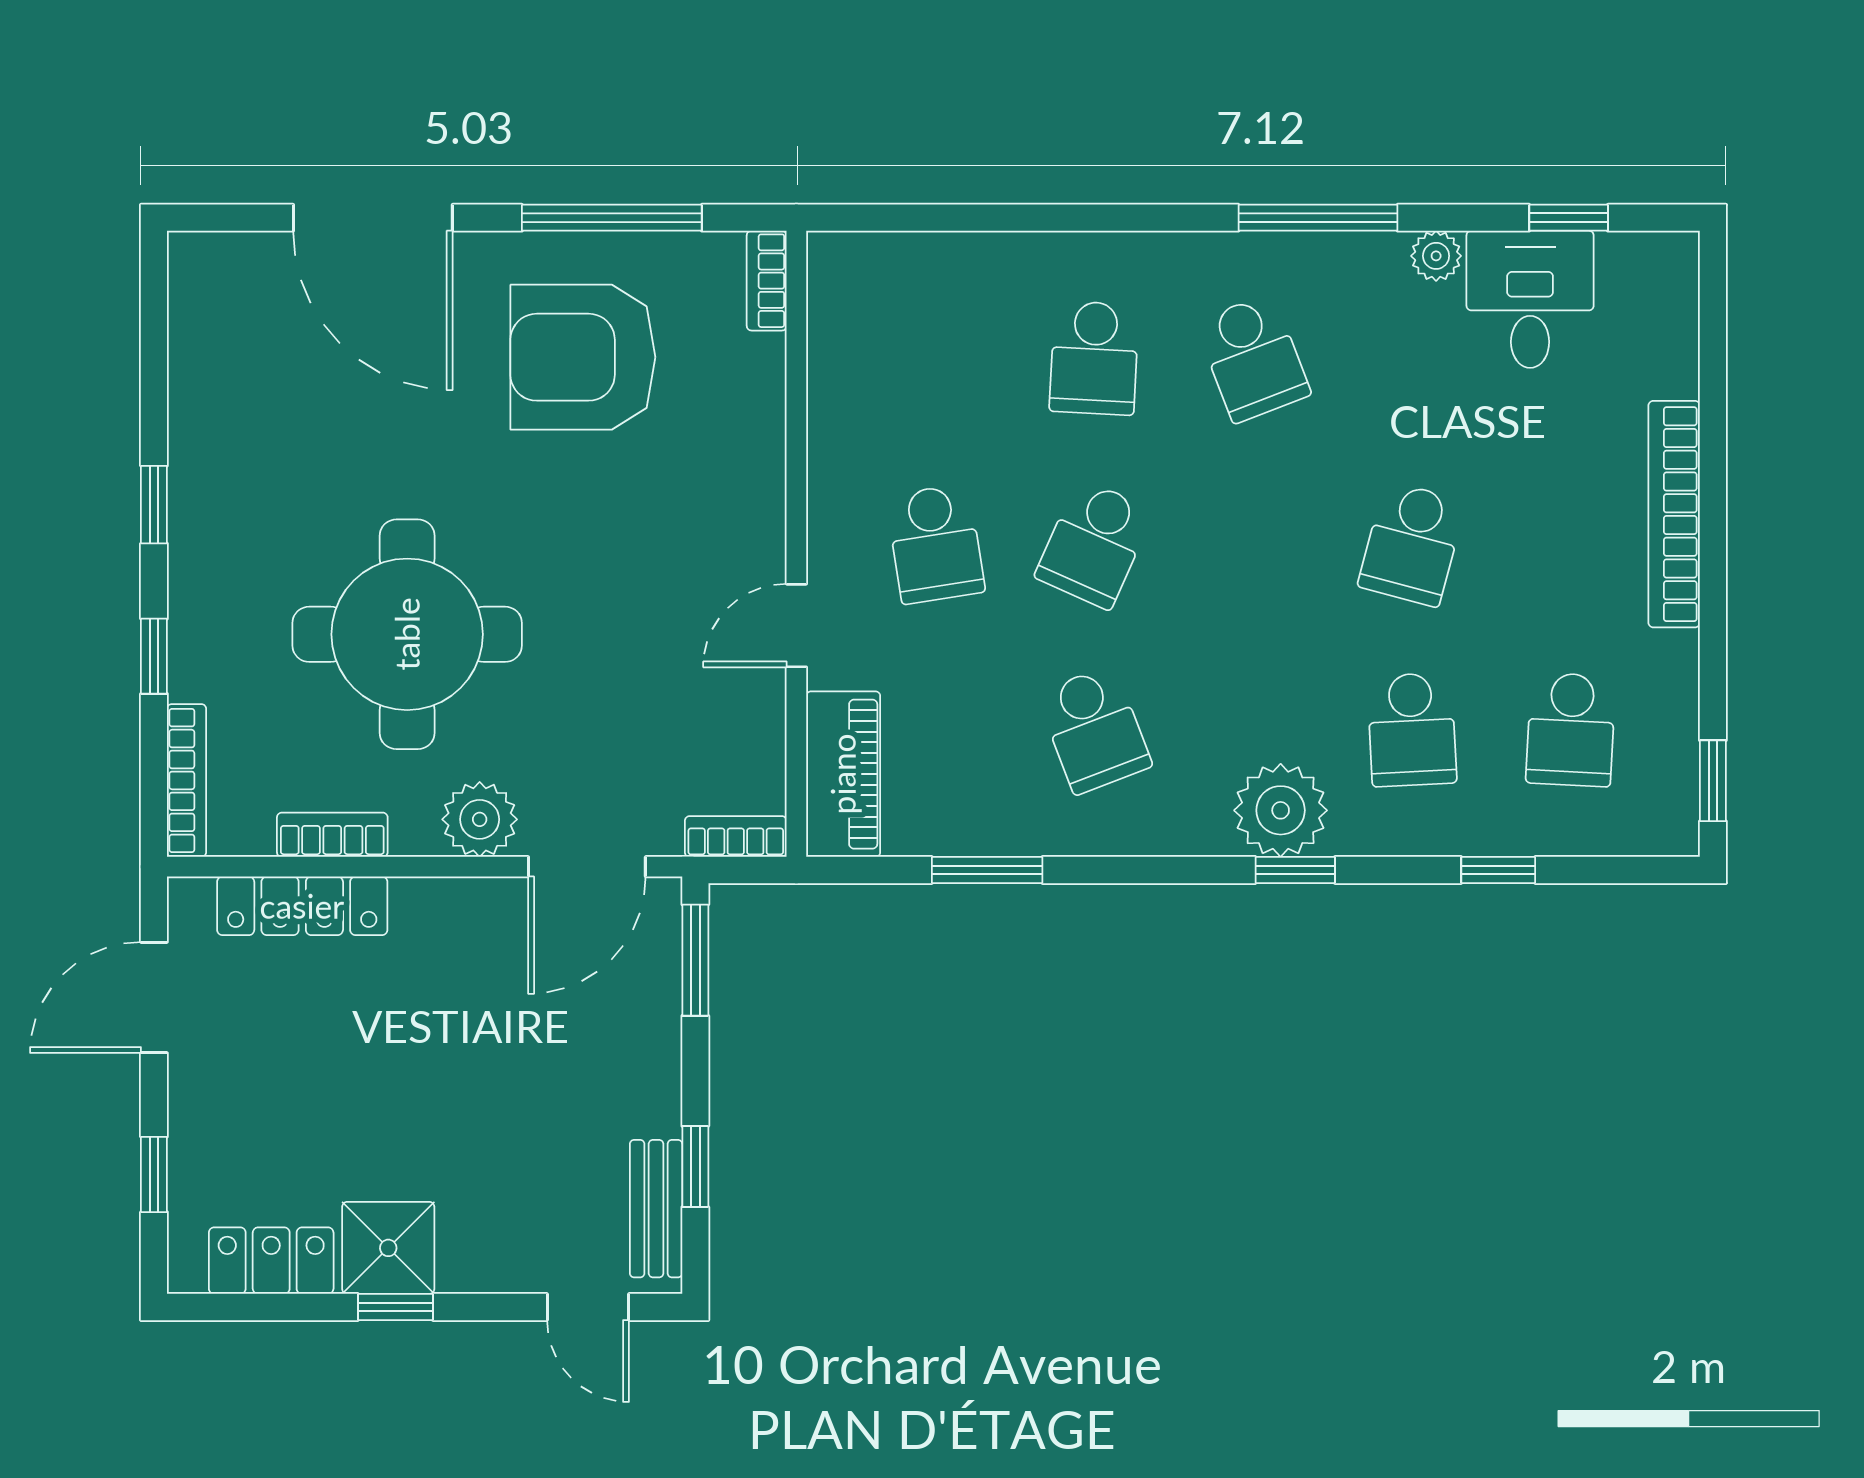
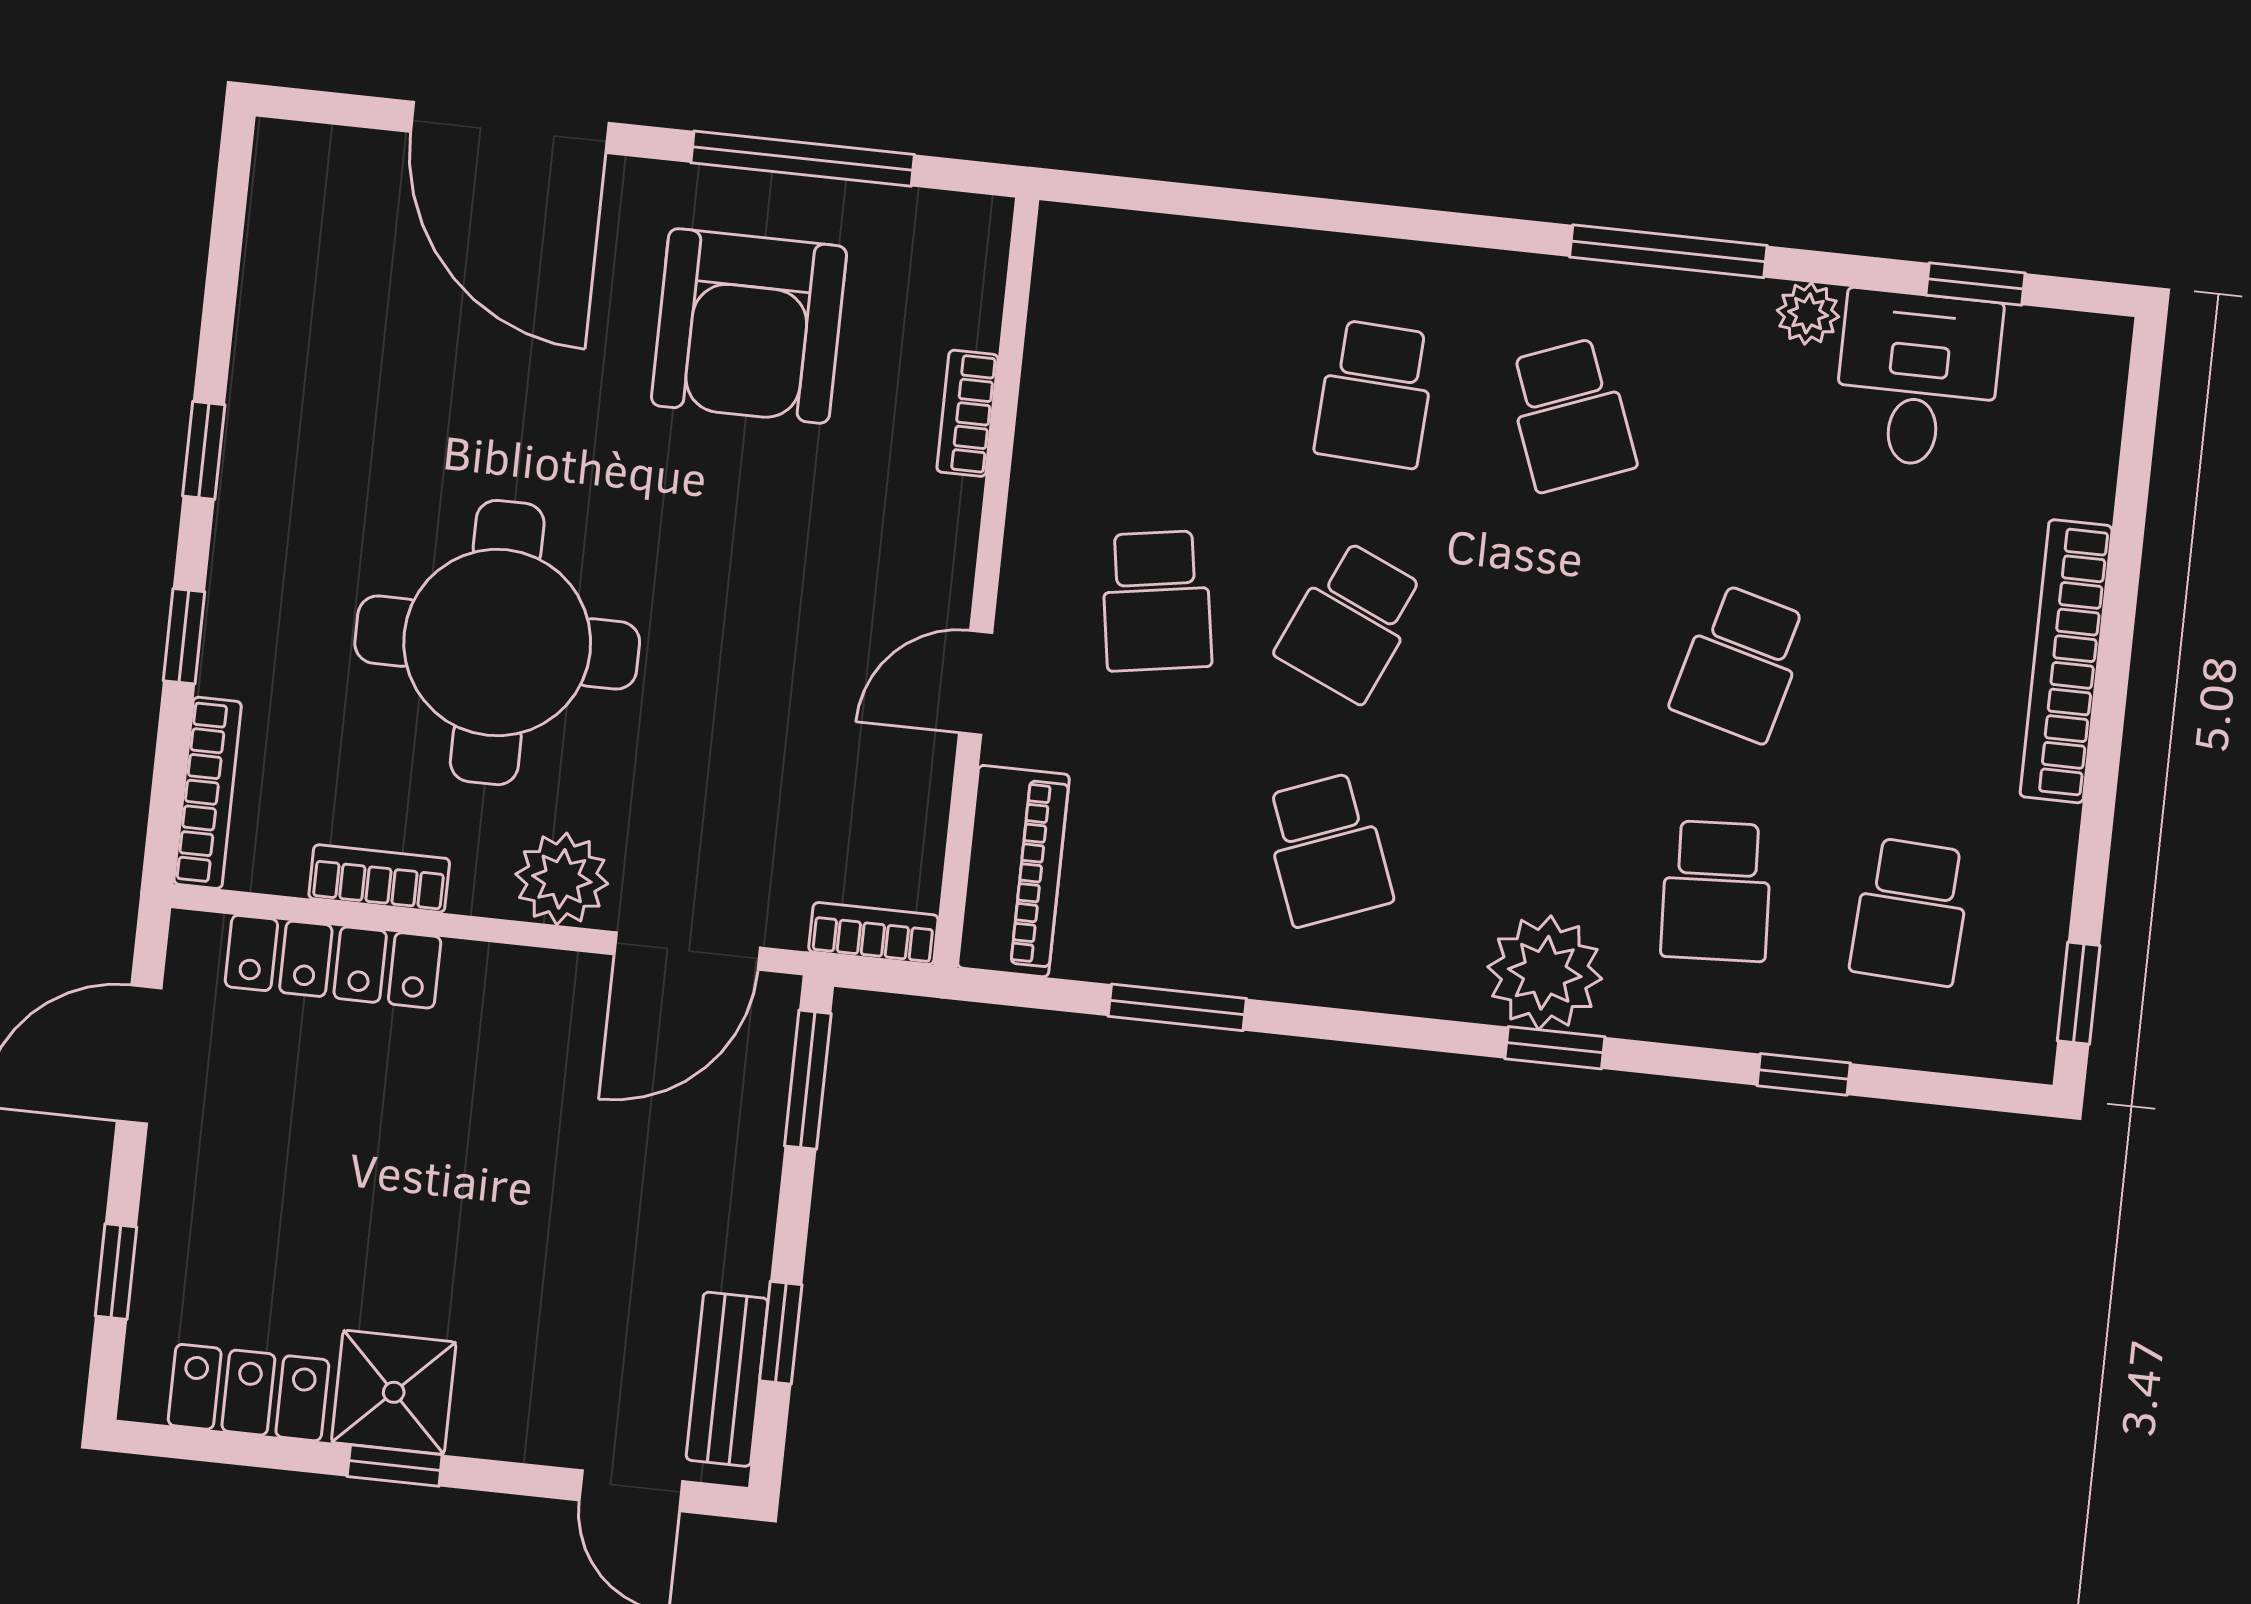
bookcase: (767, 281) -> (967, 413), moved
armchair: (583, 357) -> (749, 326), turned -90

